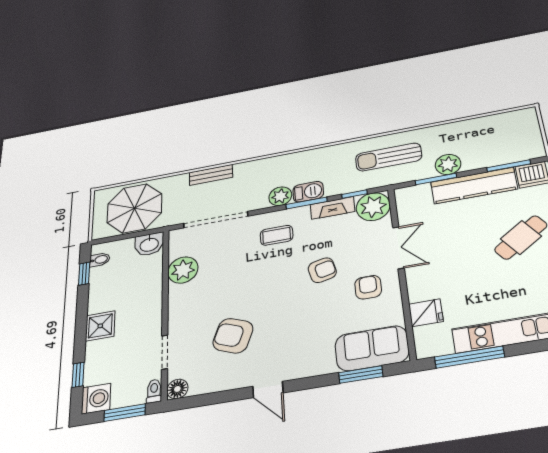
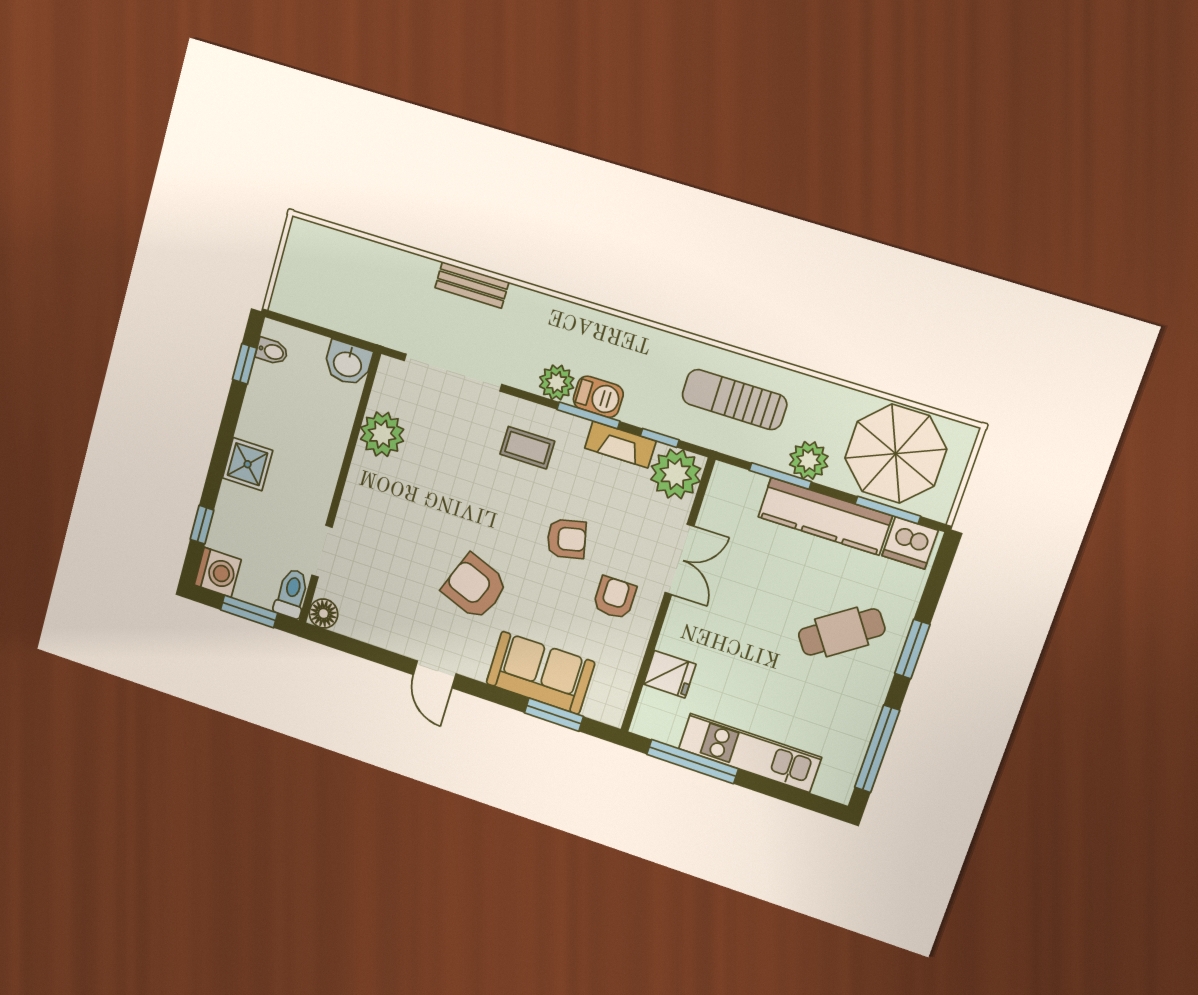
parasol: (134, 208) -> (896, 454), moved
armchair: (233, 336) -> (475, 587), moved
sofa: (372, 348) -> (540, 673), moved
toilet: (154, 391) -> (292, 593), width x1.37, depth x1.39

